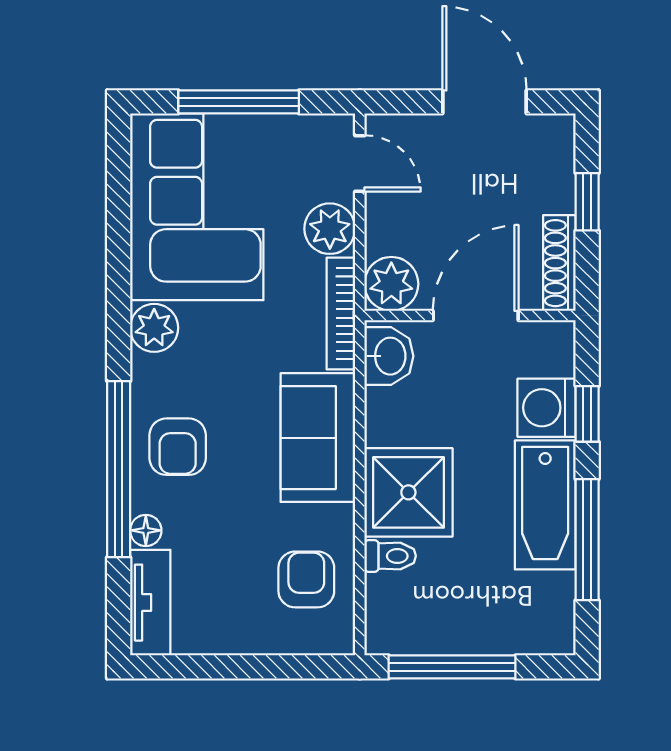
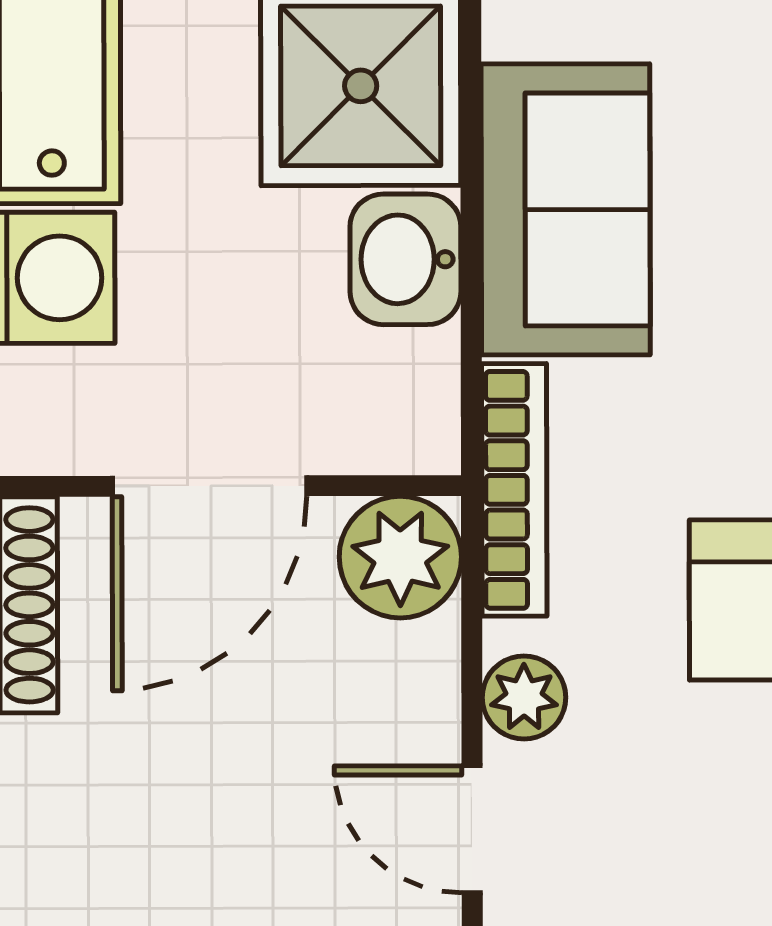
plant: (330, 229) -> (524, 697), width x0.73, depth x0.73
washbasin: (389, 356) -> (405, 259), moved

